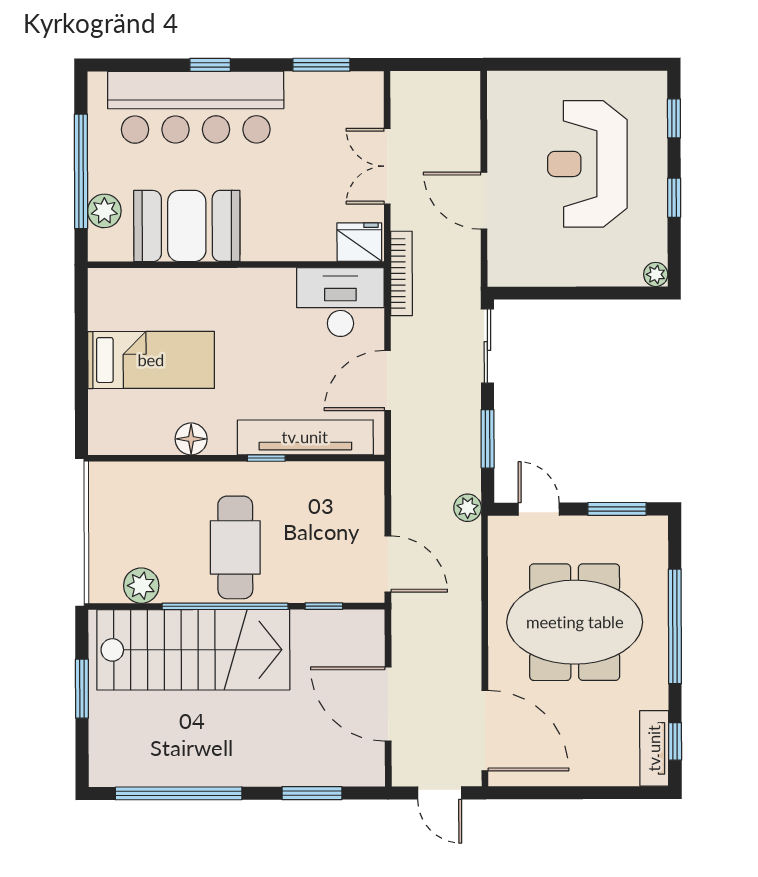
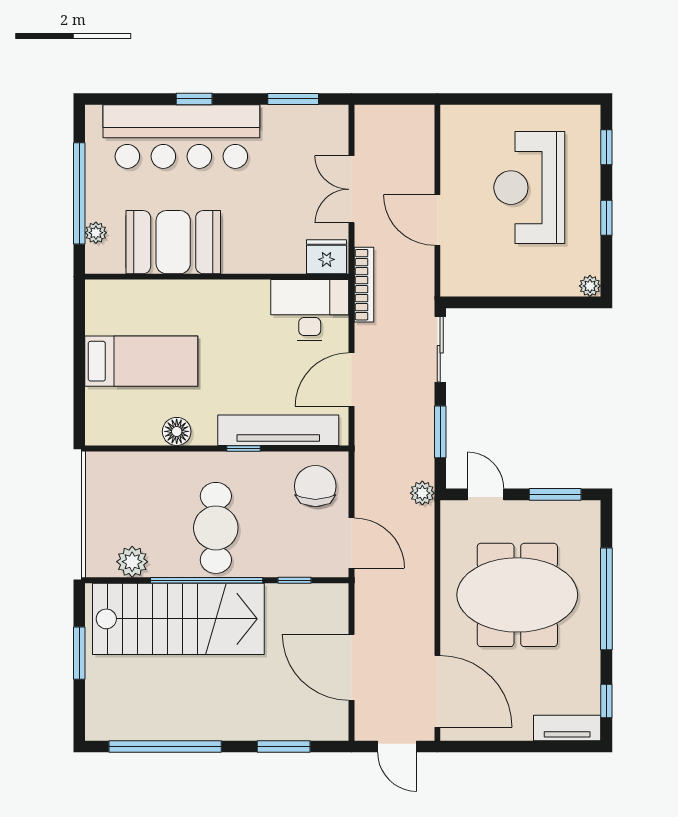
plant: (104, 211) -> (96, 233), width x0.73, depth x0.73
chair: (347, 500) -> (315, 486), added
tv unit: (654, 748) -> (567, 728), moved, turned 90

